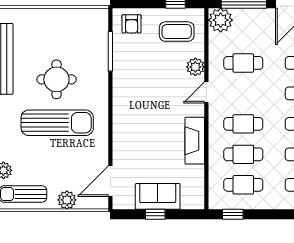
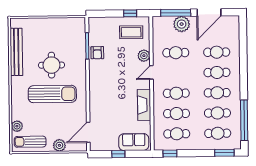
plant: (221, 20) -> (182, 24), moved
armchair: (132, 24) -> (97, 53), moved
sofa: (158, 196) -> (134, 142), moved

